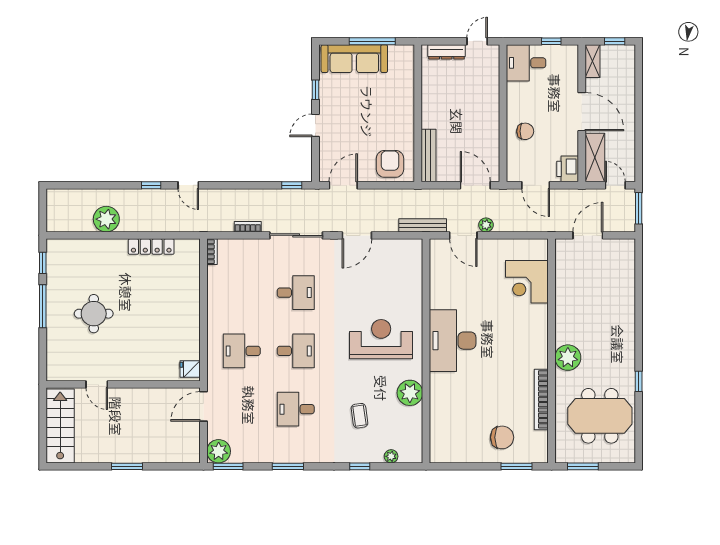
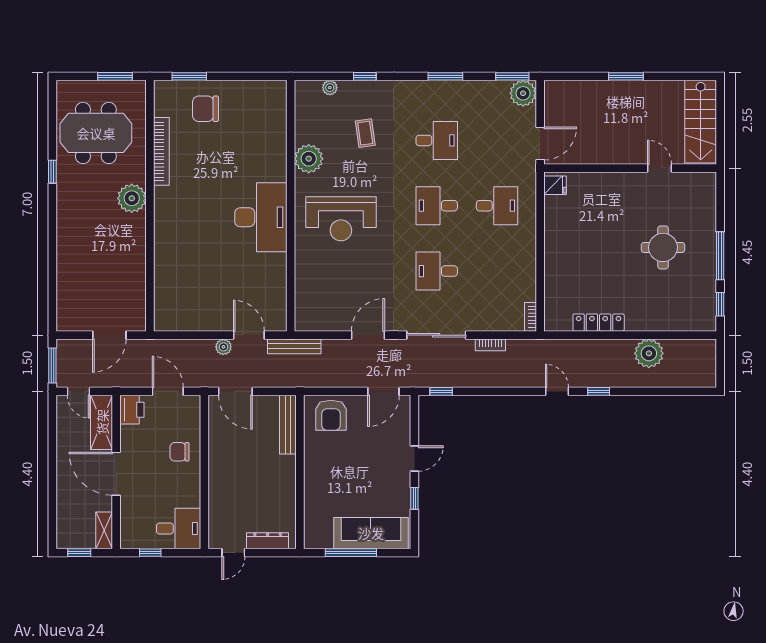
corner desk: (527, 282) -> (178, 283), removed

